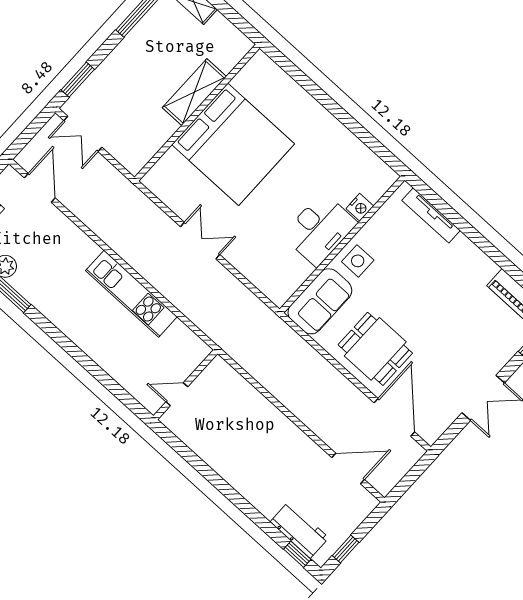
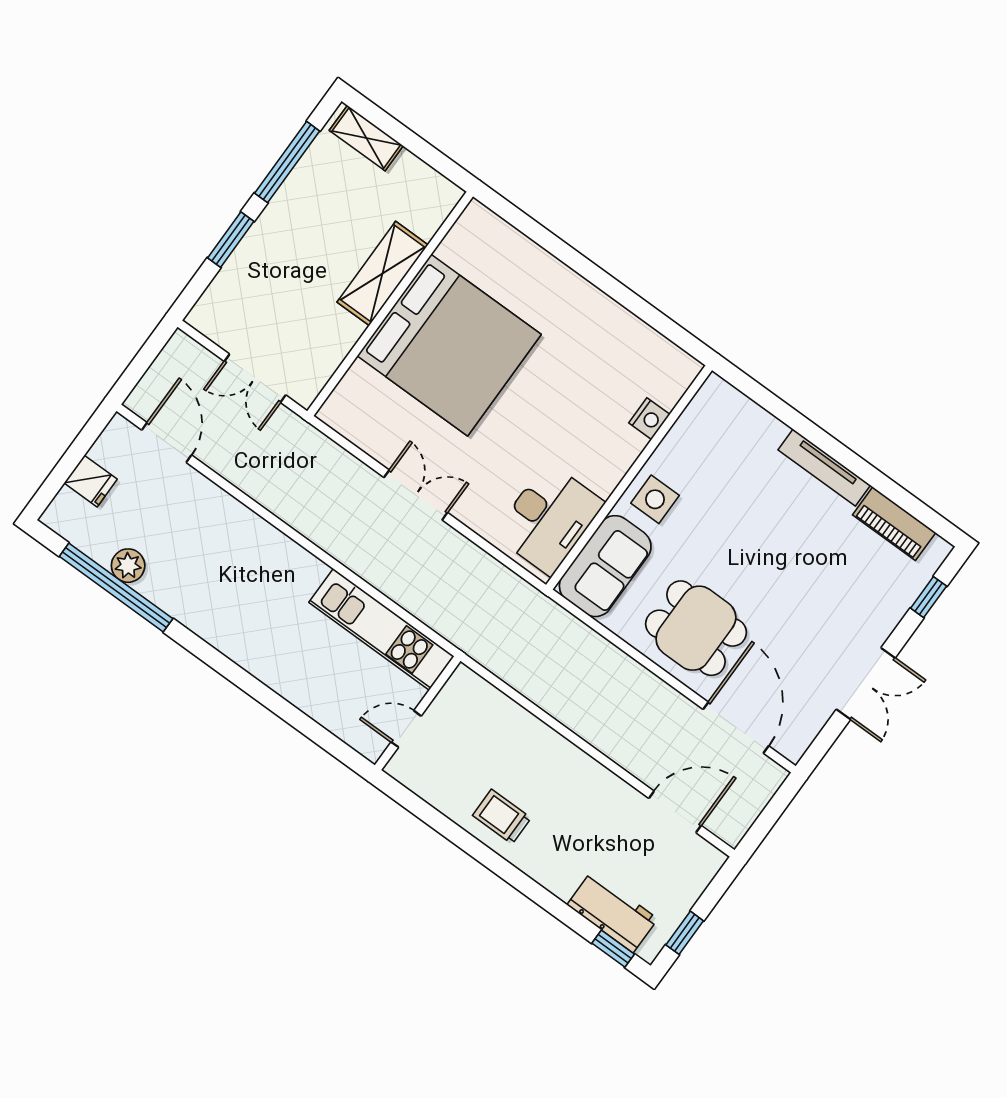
window: (78, 80) -> (231, 240), moved
double door: (83, 134) -> (255, 378), moved
tv unit: (431, 215) -> (824, 468), moved
desk: (320, 229) -> (549, 519), moved
kitchen unit: (131, 294) -> (381, 629), moved
trolley: (234, 459) -> (502, 817), added

